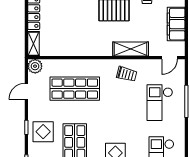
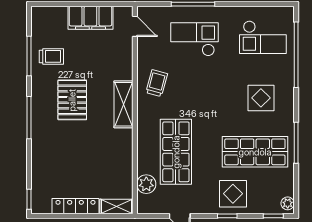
shelving: (131, 49) -> (123, 104), moved
plant: (35, 66) -> (146, 184), moved
checkout: (160, 103) -> (194, 39), turned 180

